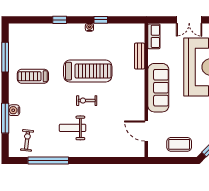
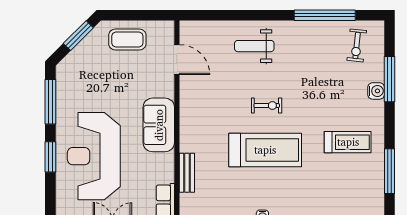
treadmill: (88, 71) -> (265, 150), turned 180
sofa: (158, 88) -> (159, 125), width x0.73
weight bench: (73, 128) -> (254, 46), moved, turned 180

